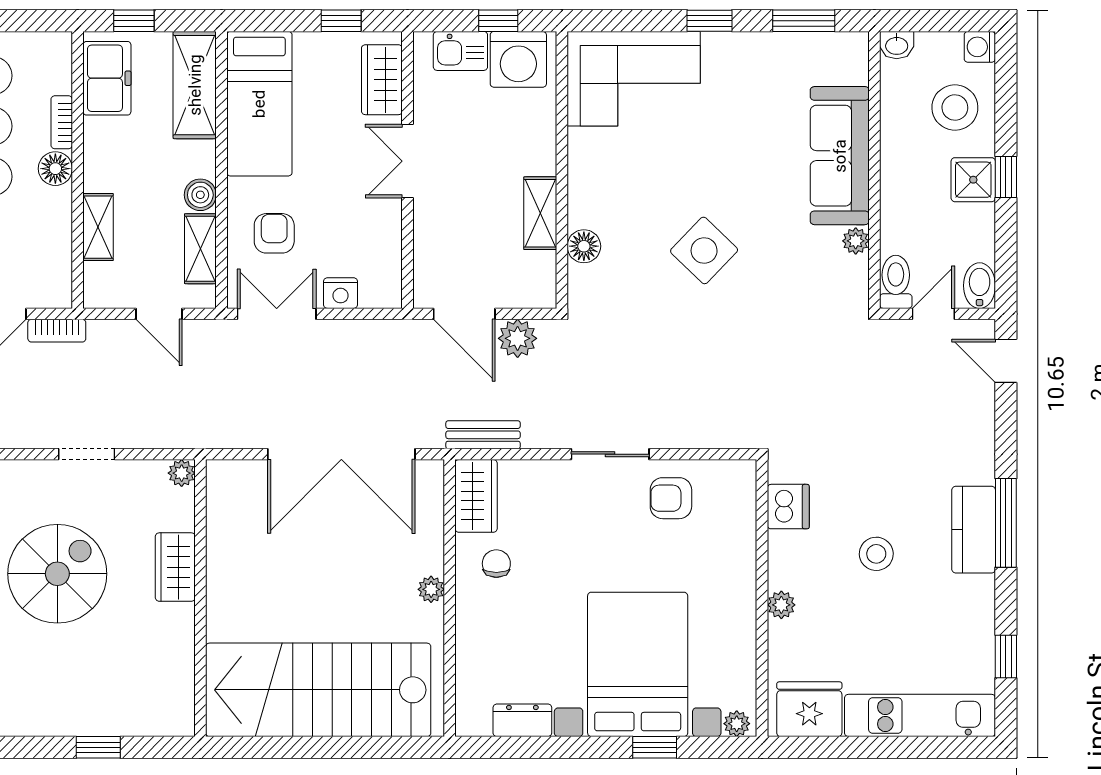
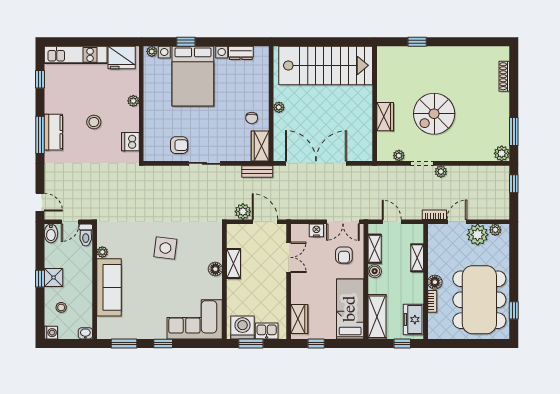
window: (498, 21) -> (251, 343), width x1.50
stool: (955, 108) -> (61, 307), width x0.53, depth x0.53
double door: (408, 161) -> (289, 257), moved
floor lamp: (584, 246) -> (215, 269), moved
side table: (704, 250) -> (165, 248), turned -37
plant: (41, 435) -> (441, 172), added
plant: (182, 473) -> (399, 156), moved

